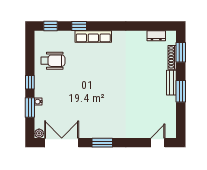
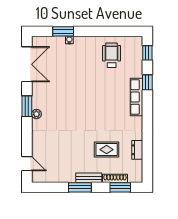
dresser: (156, 36) -> (137, 150), moved
wheelchair: (53, 61) -> (112, 55), turned 180
rug: (144, 65) -> (107, 150), added
window: (30, 82) -> (89, 31), removed
plant: (39, 133) -> (36, 114), moved

